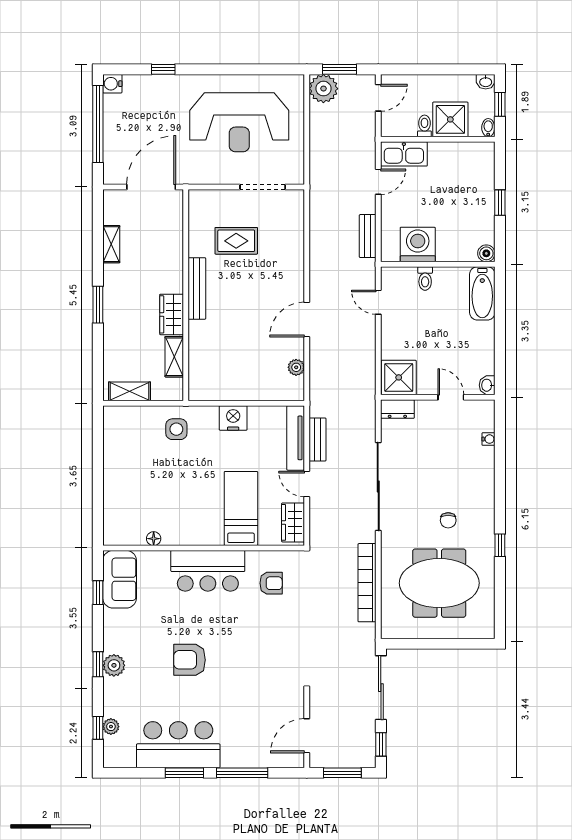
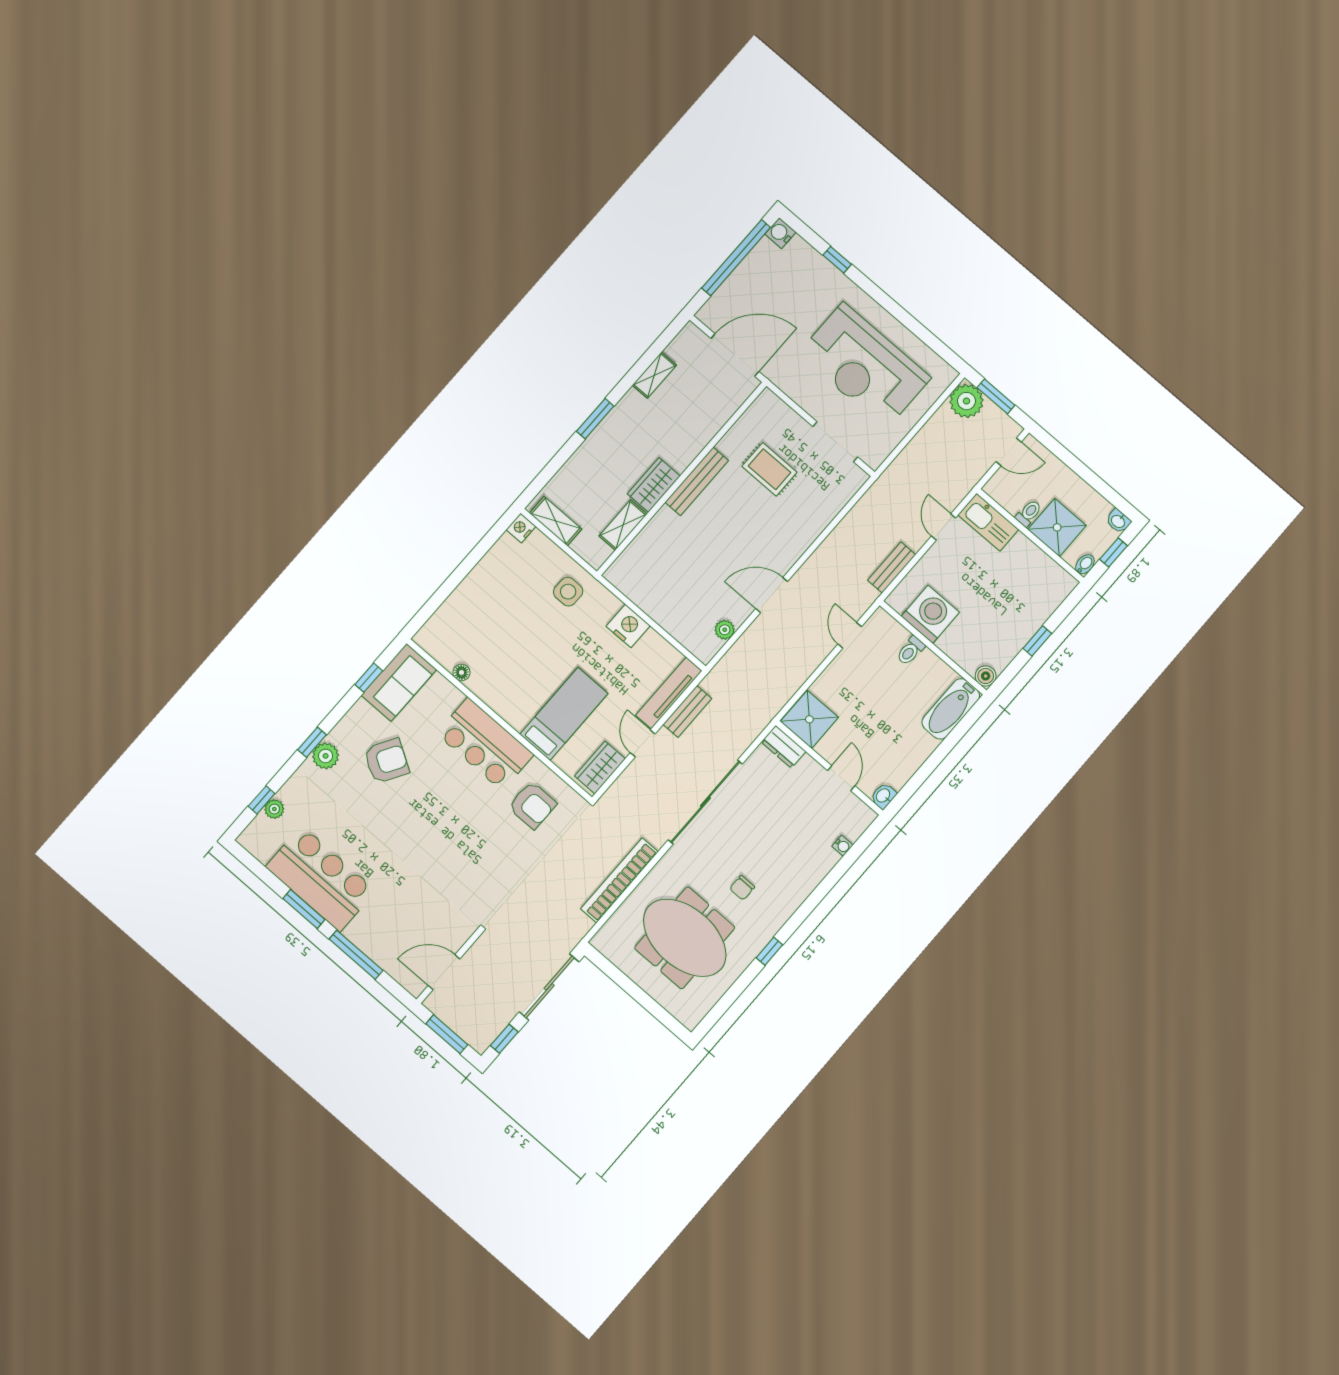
door: (378, 182) -> (944, 527), swing flipped
nightstand: (111, 415) -> (521, 528), added
armchair: (271, 583) -> (532, 805), width x1.38, depth x1.38
armchair: (190, 660) -> (386, 761), moved, turned 121

